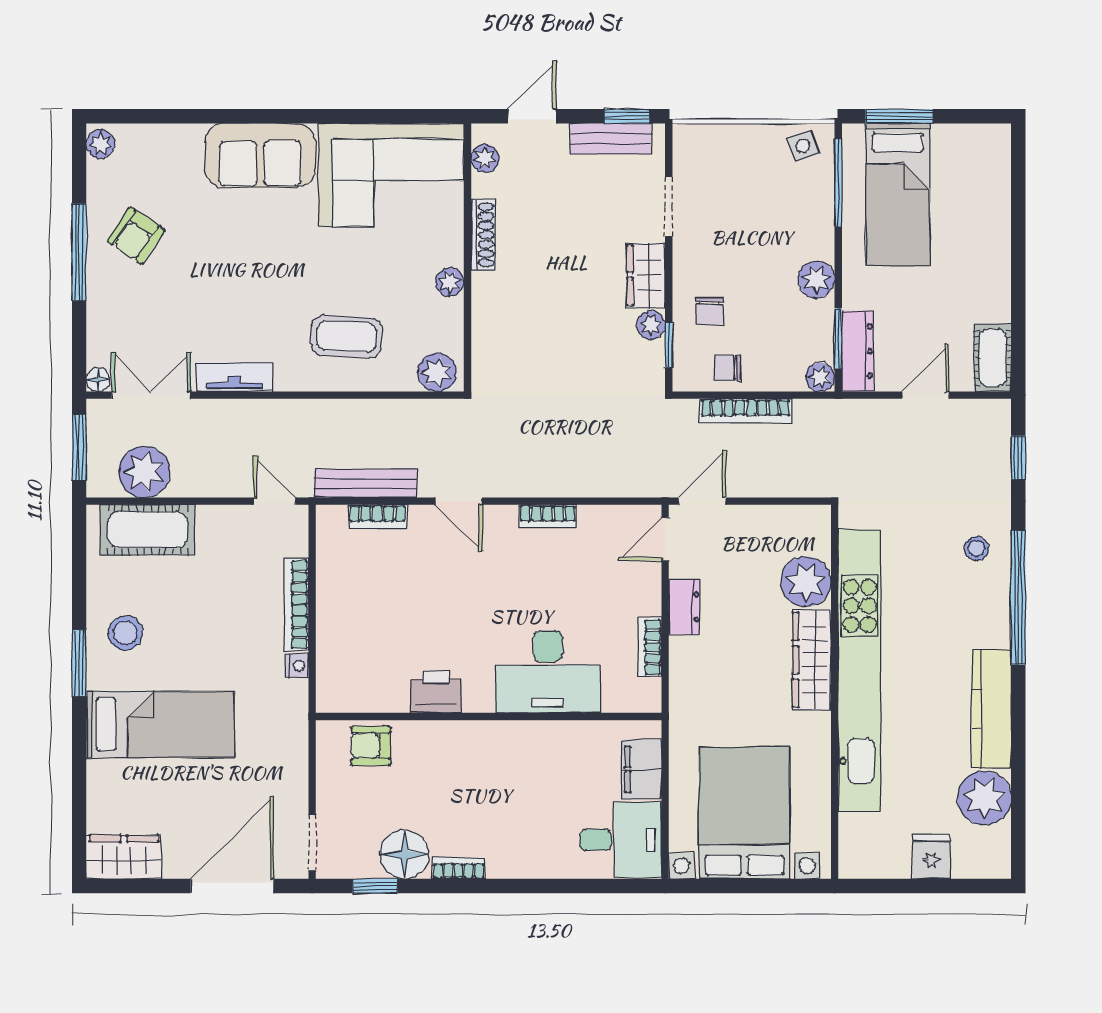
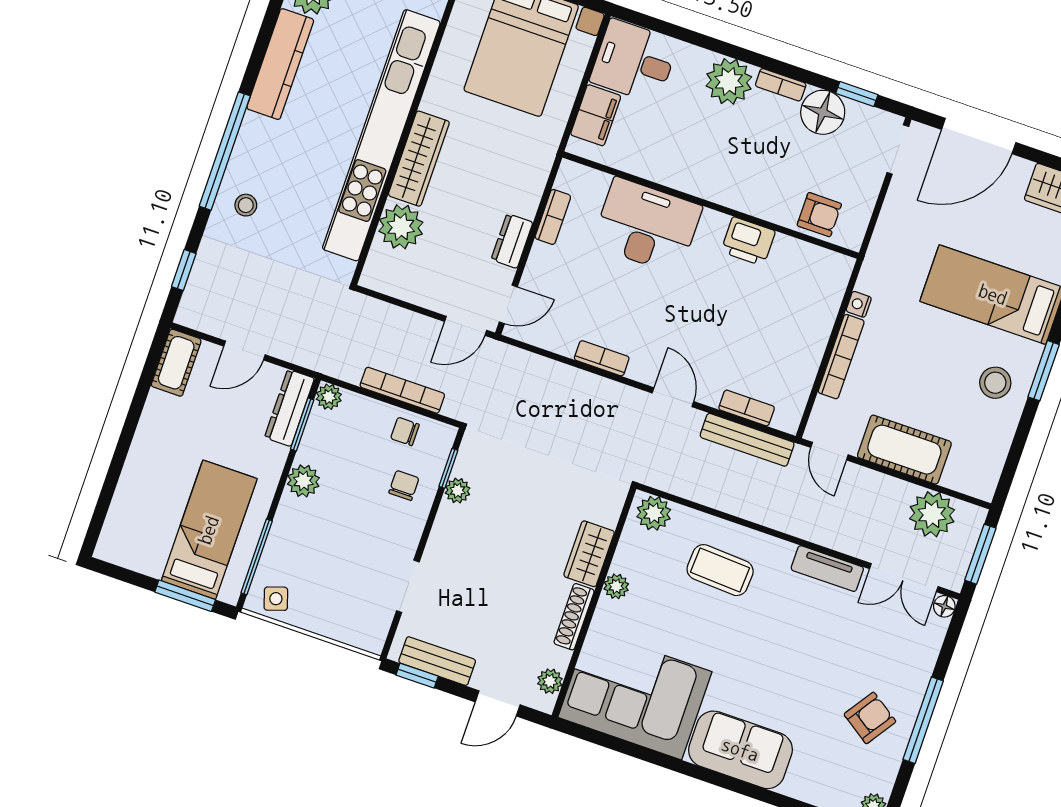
wardrobe: (646, 275) -> (589, 554), moved, turned 180
chair: (728, 368) -> (405, 431), turned 180
cot: (148, 530) -> (904, 450), moved
plant: (514, 853) -> (729, 81), added

